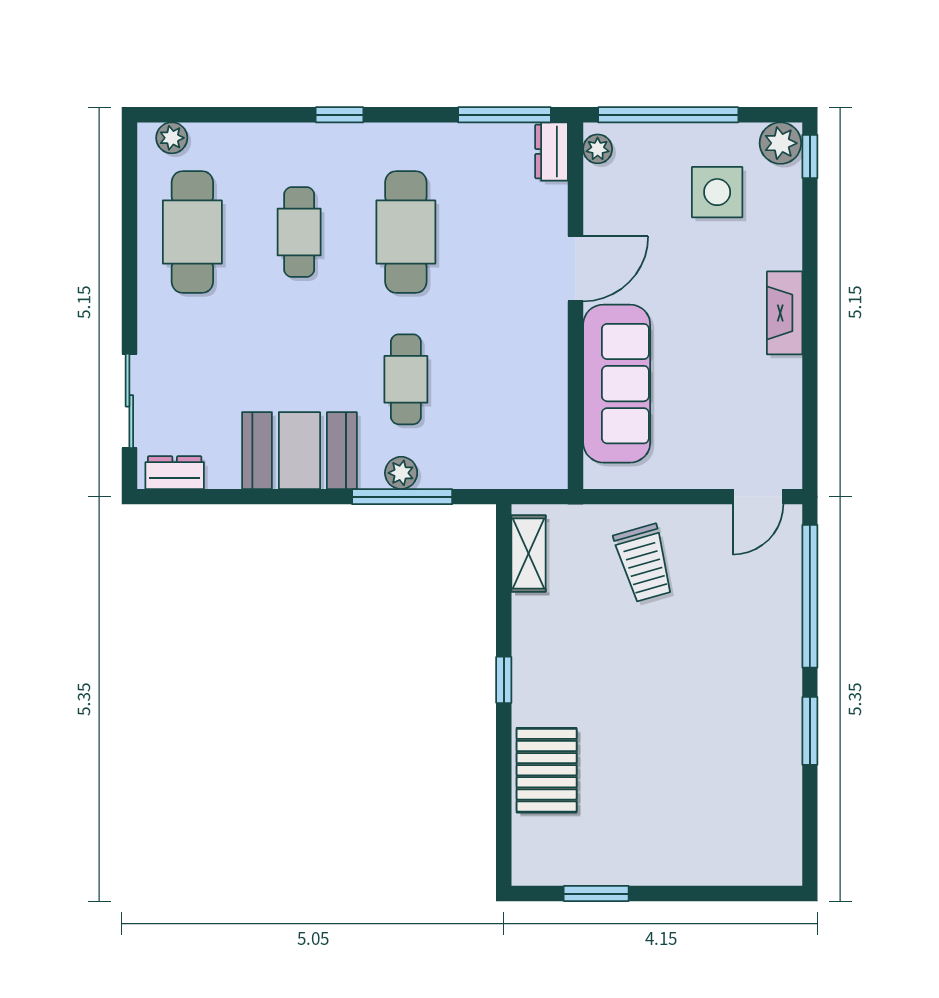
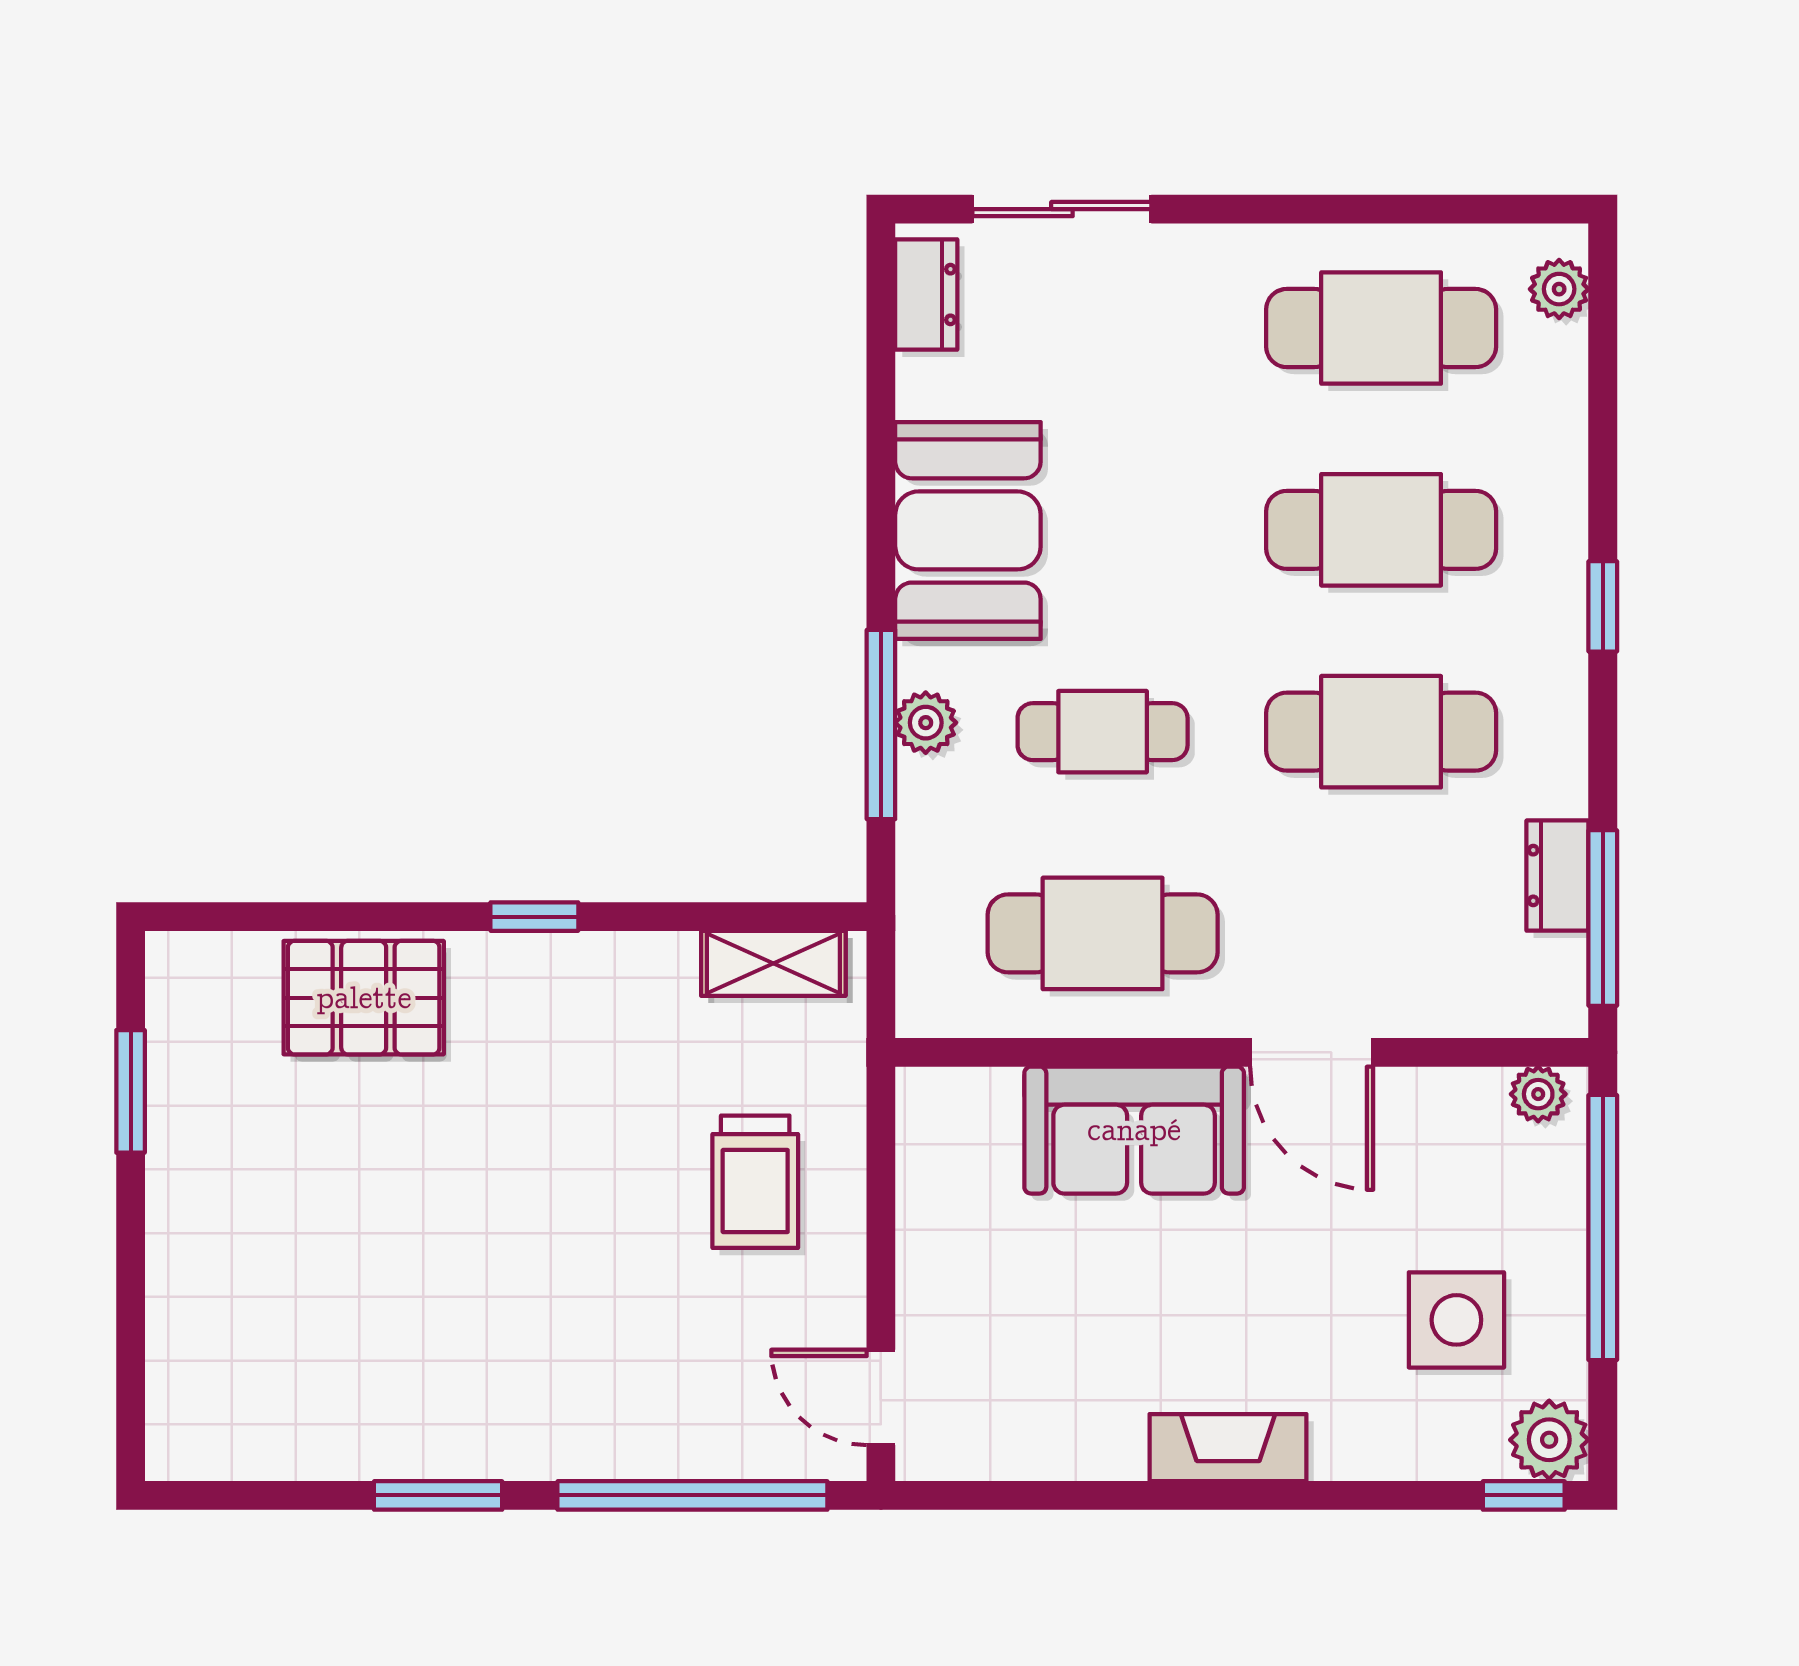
dresser: (552, 151) -> (1557, 876), moved, turned -90
cafe table: (299, 232) -> (1381, 530), width x1.37, depth x1.35
cafe table: (513, 379) -> (1103, 933), added
sofa: (617, 384) -> (1134, 1130), width x0.73
trolley: (644, 563) -> (755, 1182), turned -74

